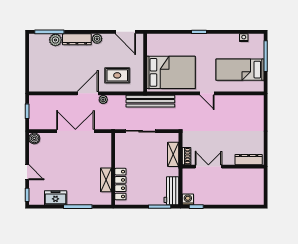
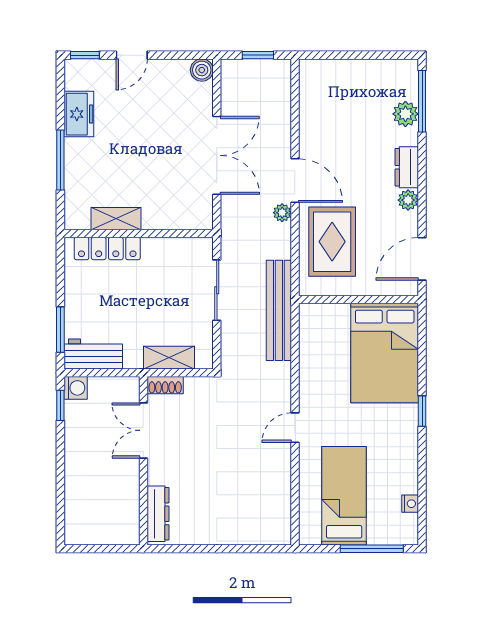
dresser: (77, 39) -> (407, 167), width x0.70
bed: (171, 72) -> (385, 353), moved
rug: (117, 75) -> (332, 242), width x1.36, depth x1.43
double door: (208, 167) -> (143, 430), swing flipped

